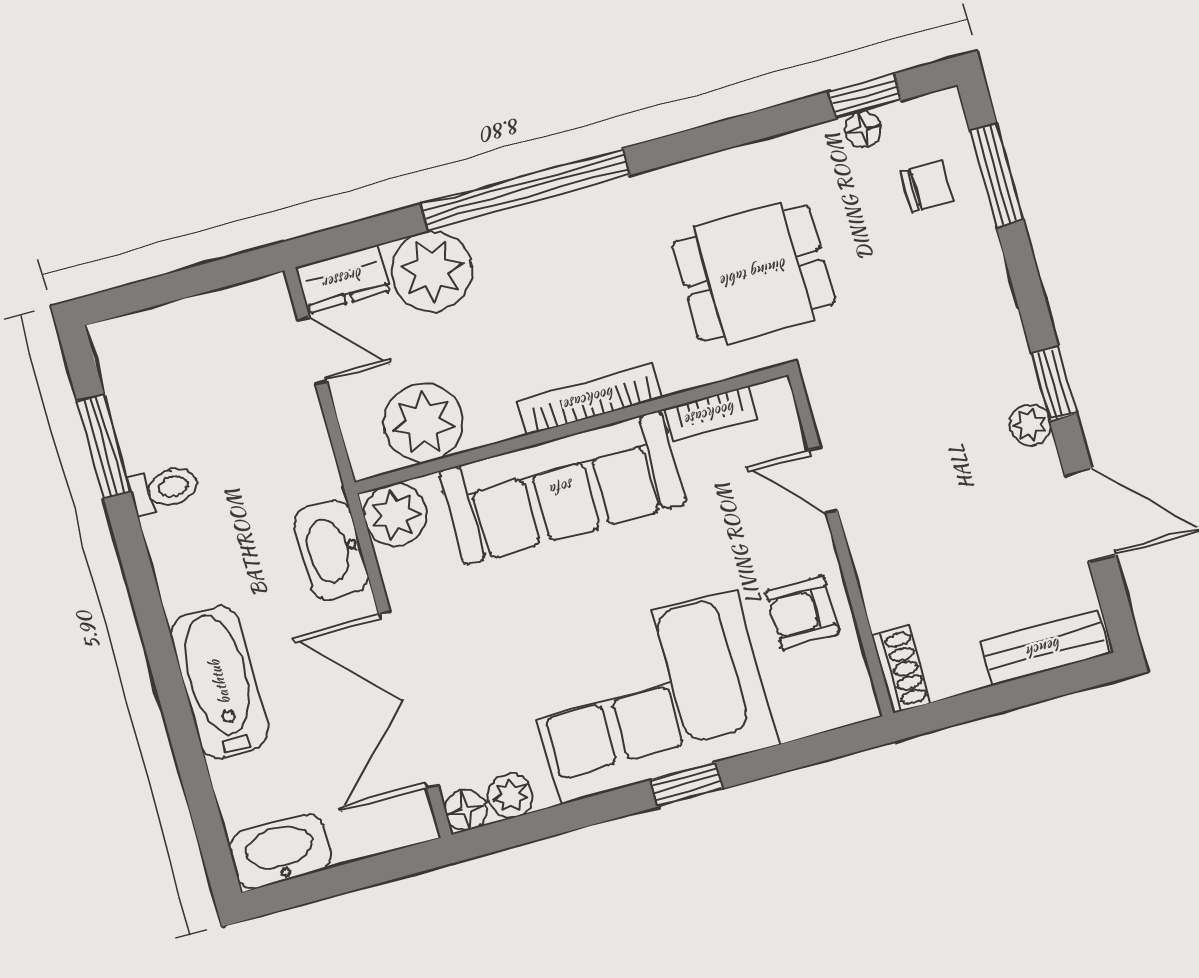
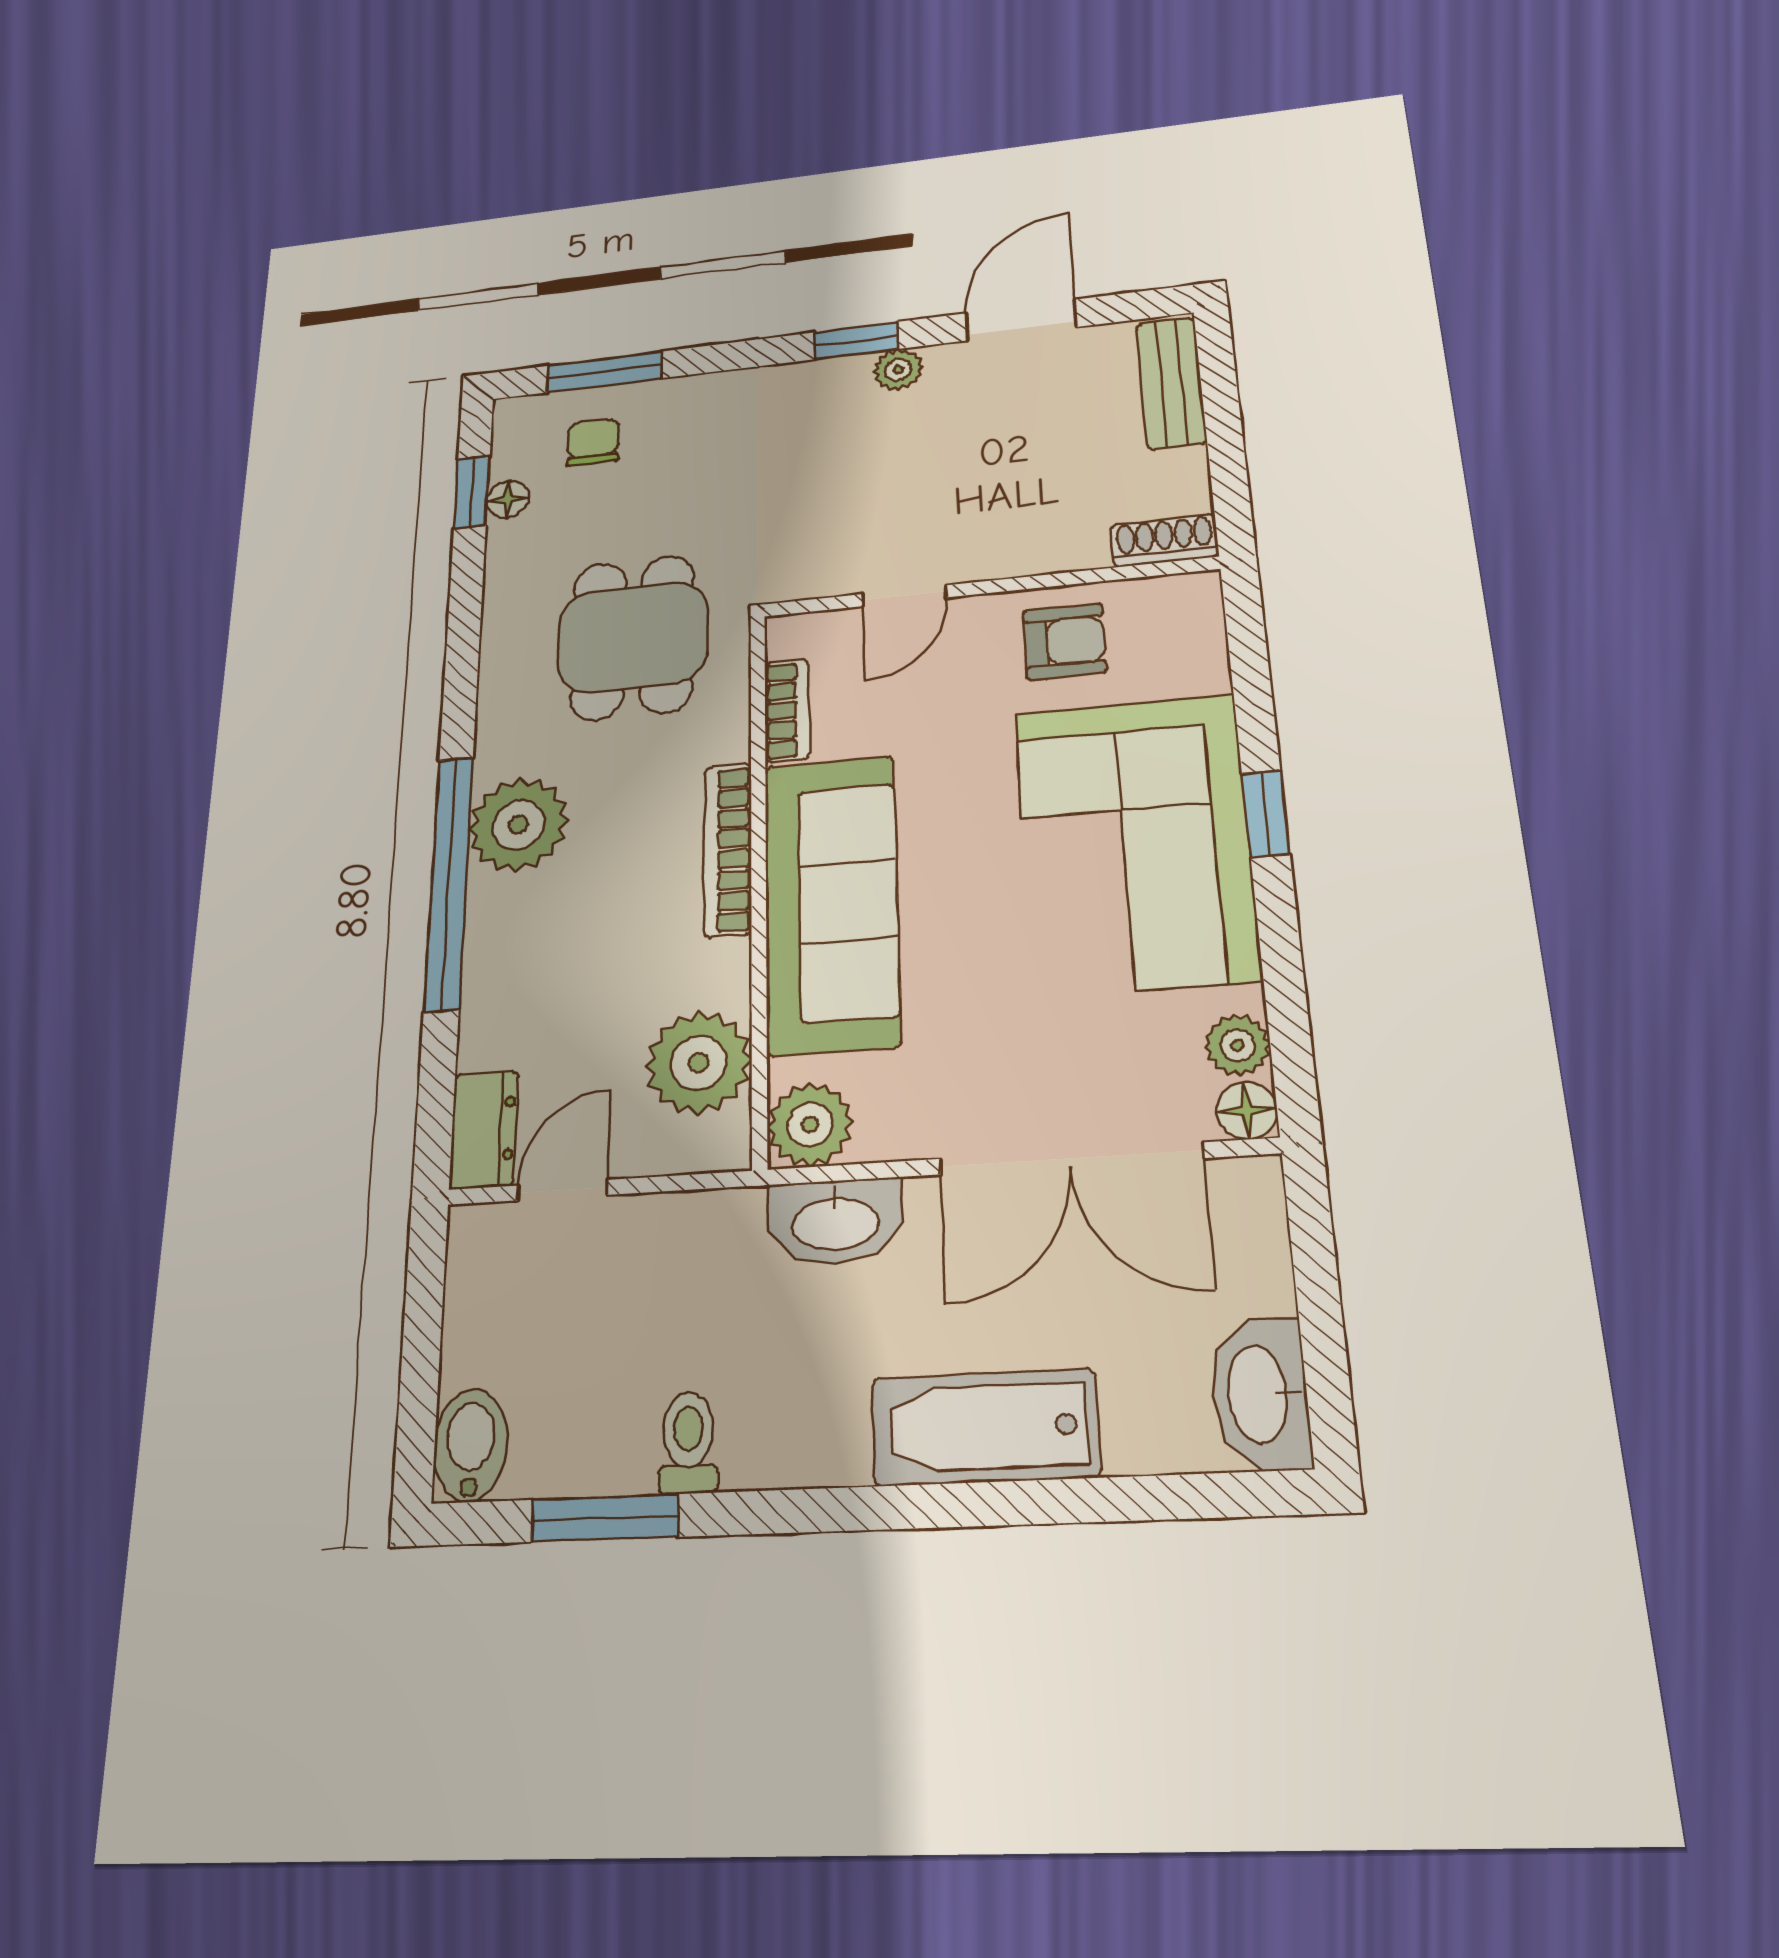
plant: (432, 271) -> (518, 825), moved
bidet: (128, 340) -> (471, 1445), added
armchair: (803, 612) -> (1064, 642), turned -90

